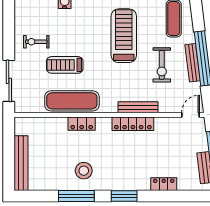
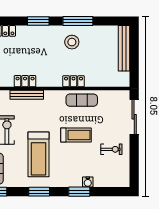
treadmill: (65, 65) -> (76, 135), moved
exercise mat: (72, 101) -> (82, 100), width x0.73, depth x0.69
locker: (133, 124) -> (25, 81), width x0.66

